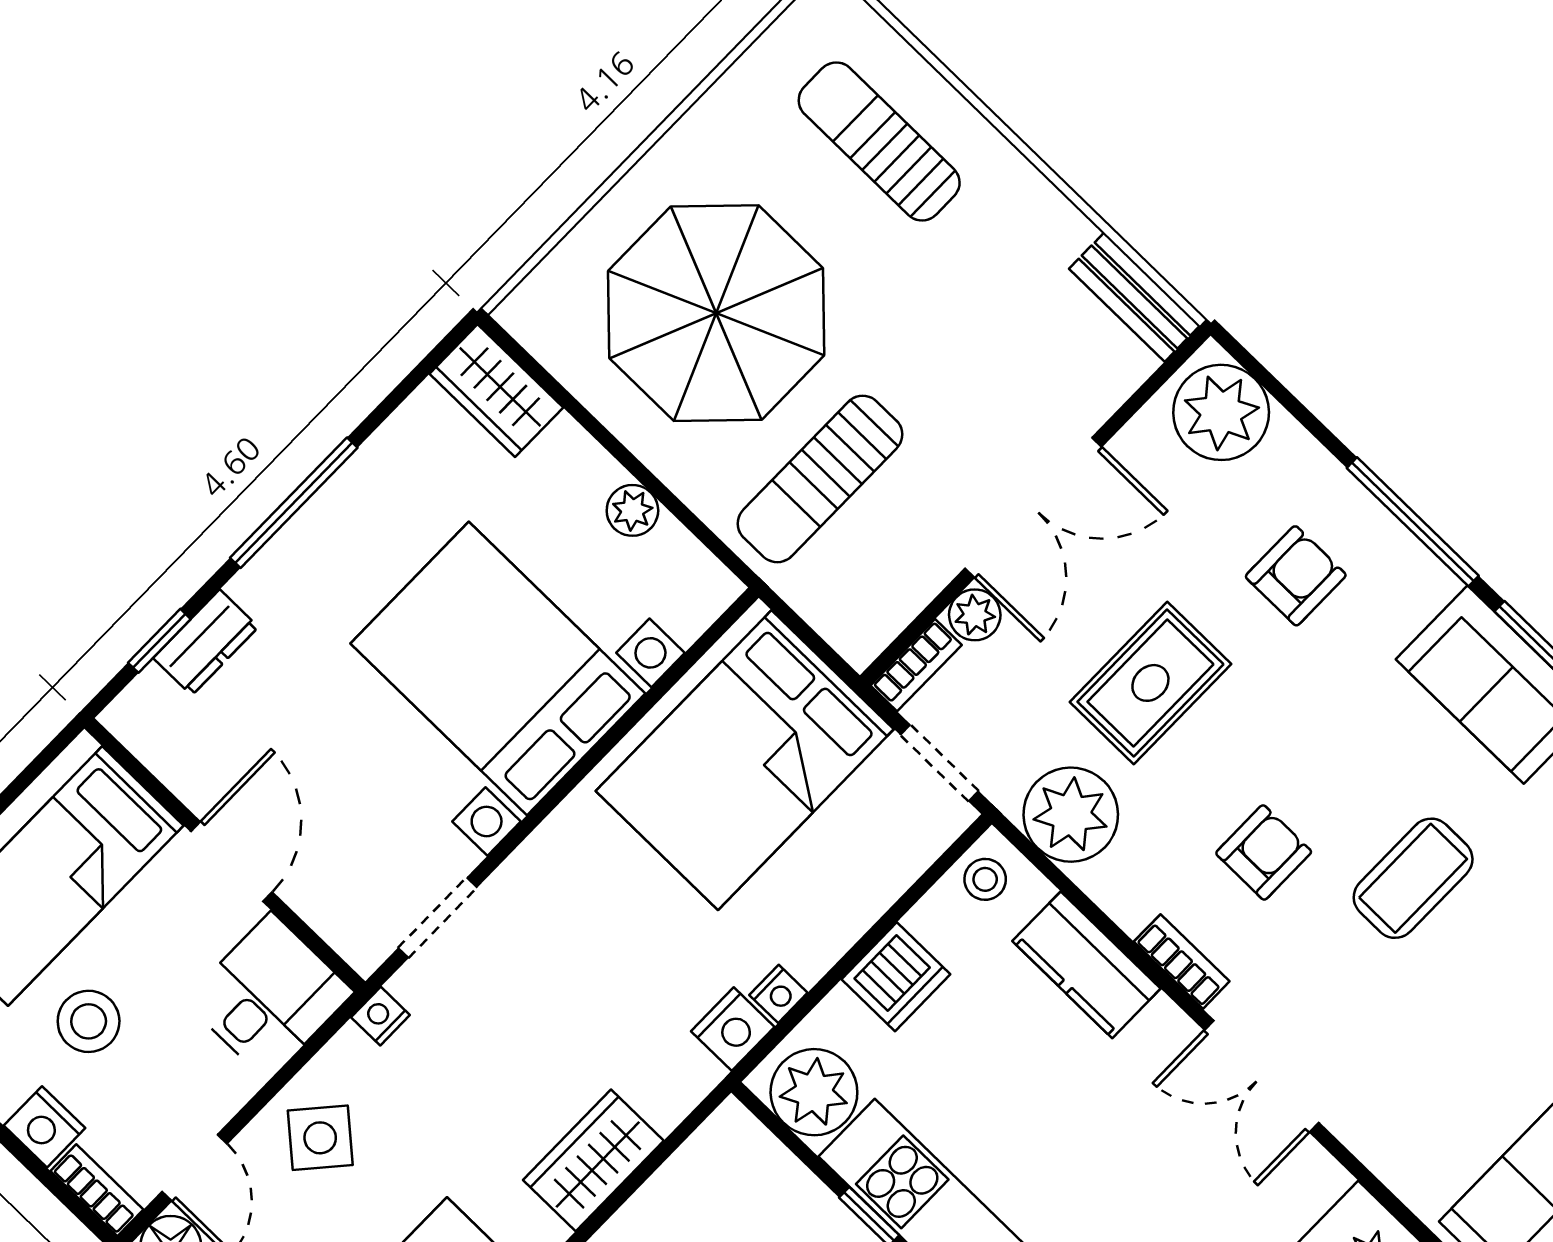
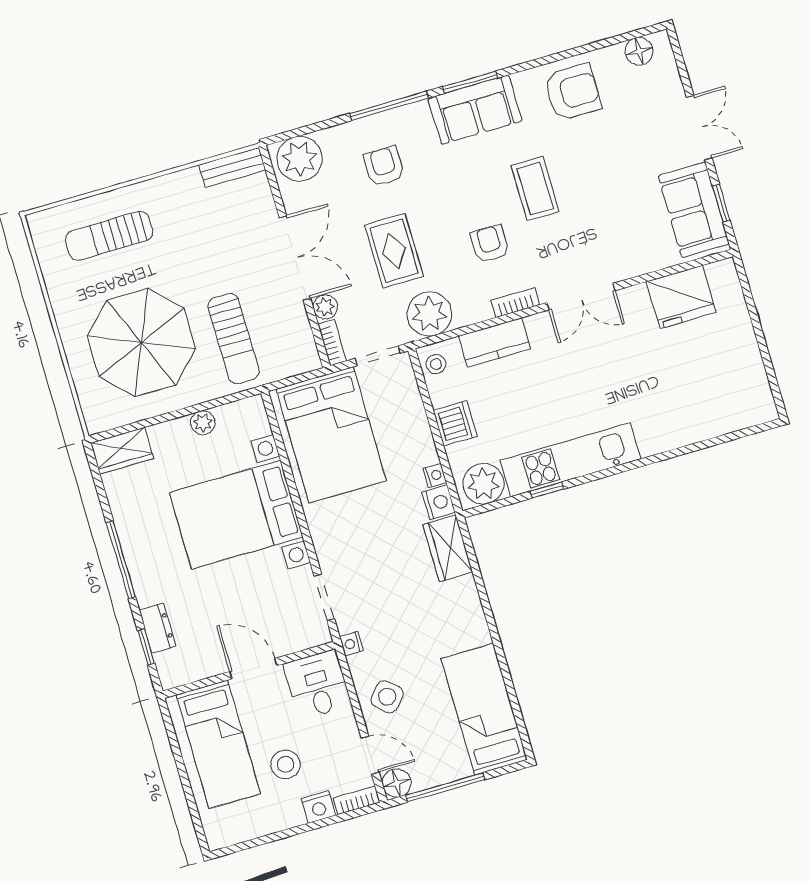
wardrobe: (593, 1160) -> (448, 548), moved

